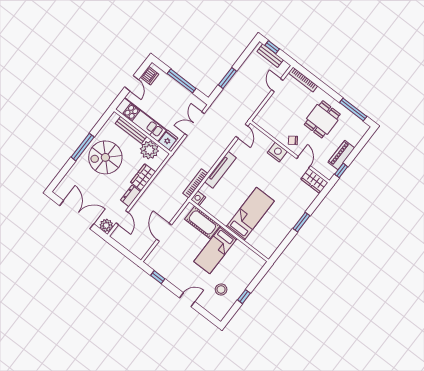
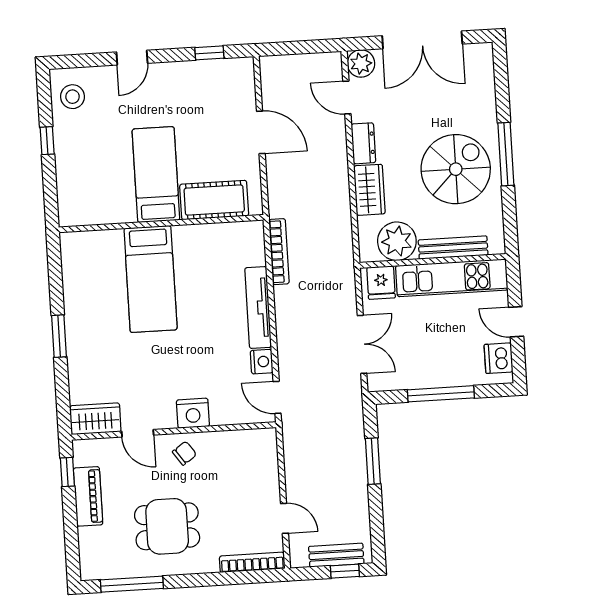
dining table: (322, 119) -> (167, 526), turned 90
nightstand: (198, 198) -> (262, 362), moved
stool: (221, 290) -> (73, 97), moved

